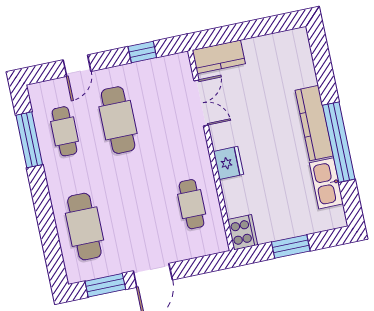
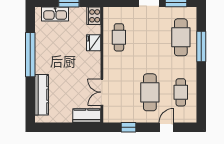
kitchen counter: (314, 123) -> (42, 95), moved
window: (29, 140) -> (201, 47), moved
fridge: (228, 163) -> (94, 43), moved
kitchen sink: (326, 183) -> (55, 14), moved, turned 90

